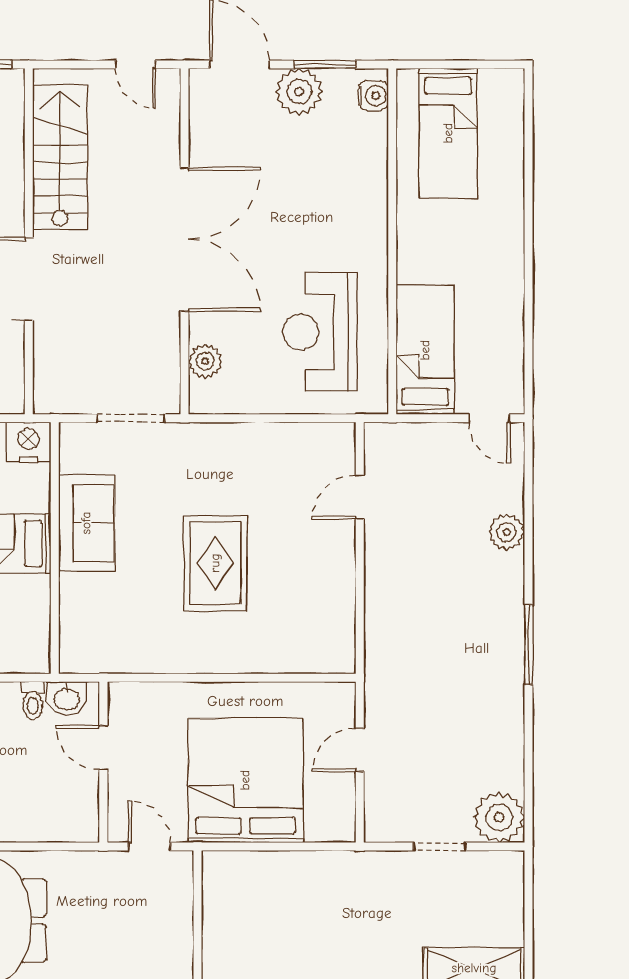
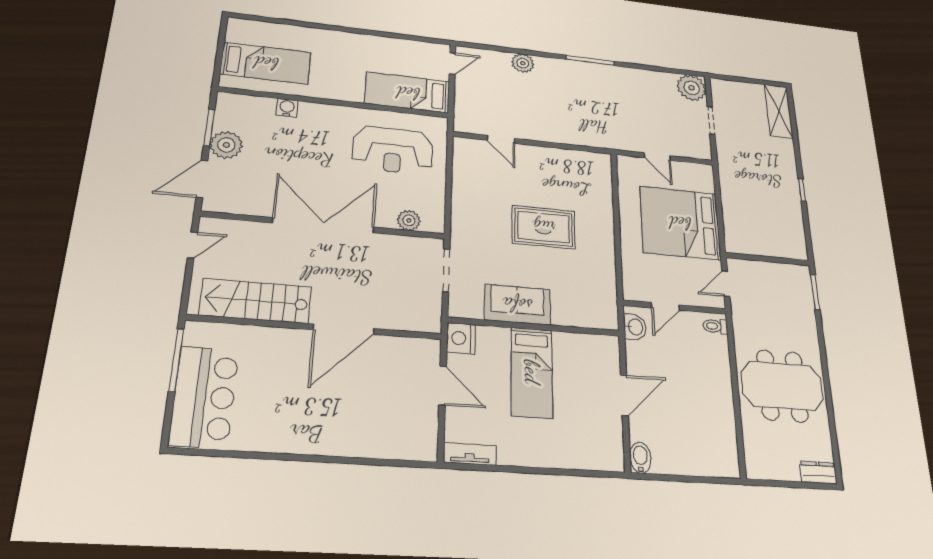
water cooler: (373, 96) -> (287, 108), moved
toilet: (33, 701) -> (715, 326), moved, turned 180

